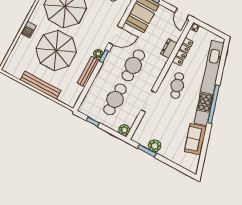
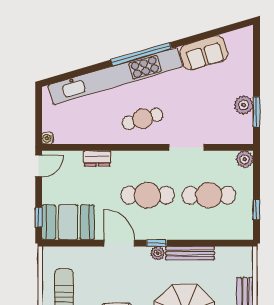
locker: (183, 51) -> (91, 137), removed

